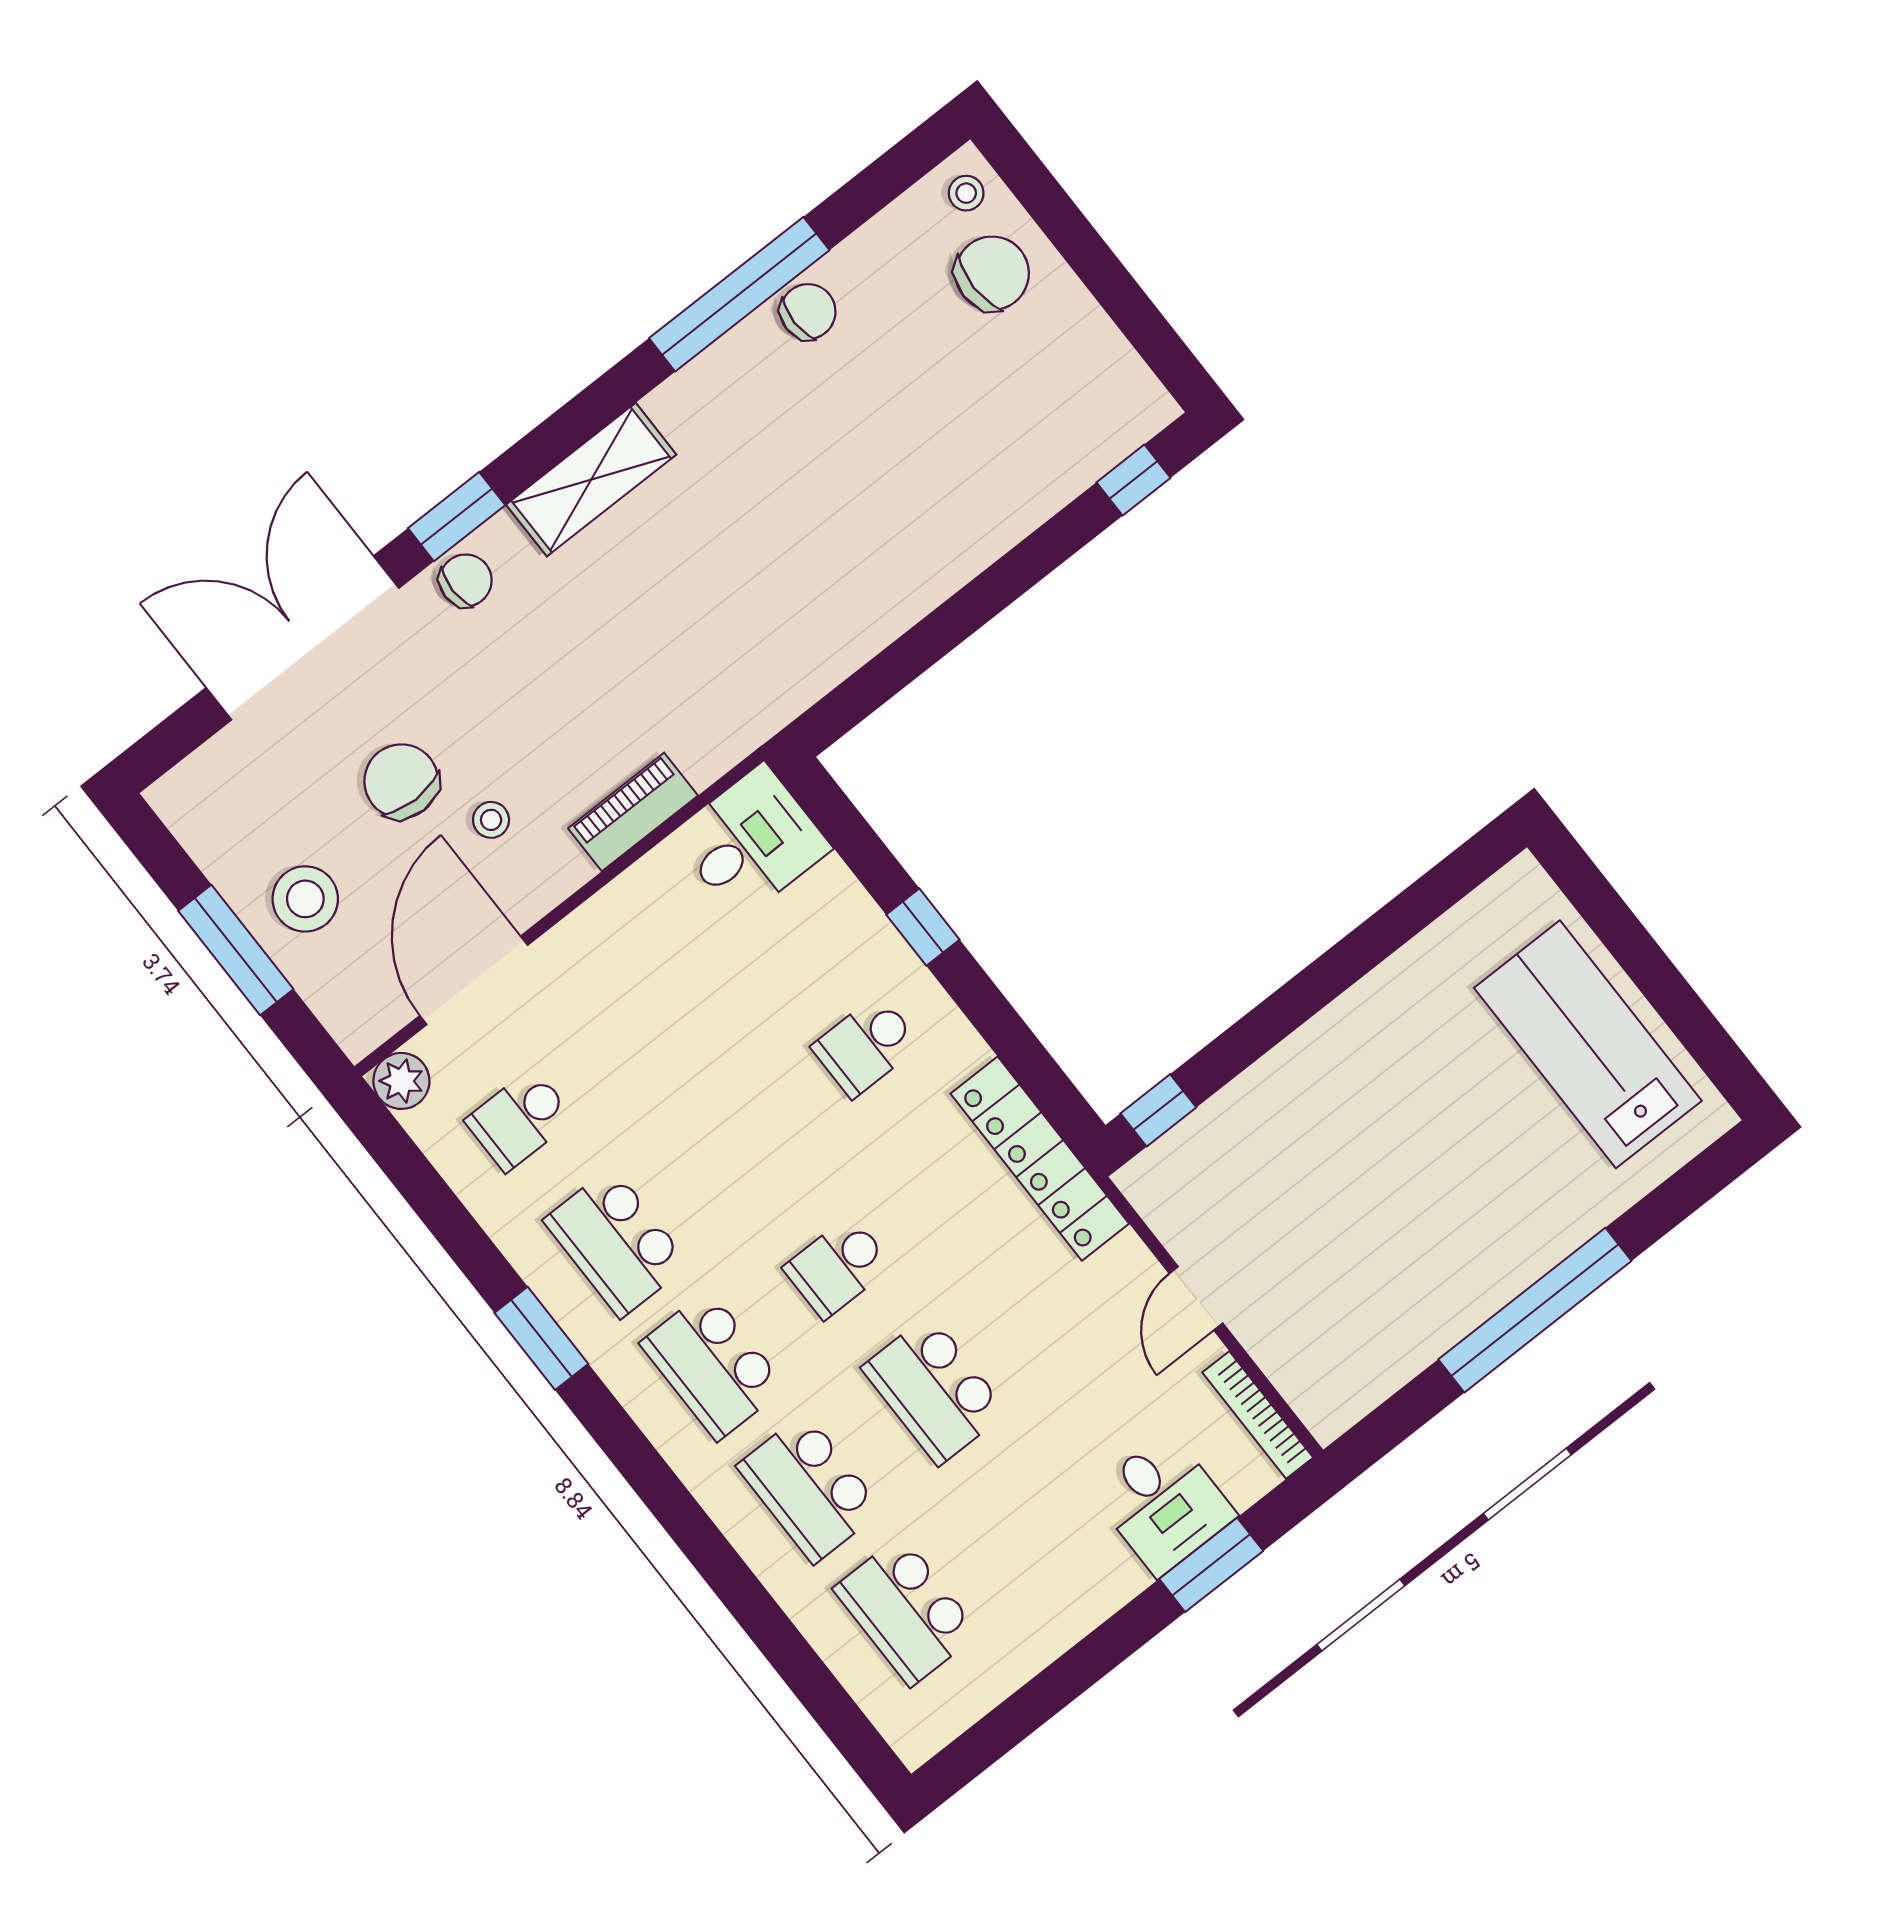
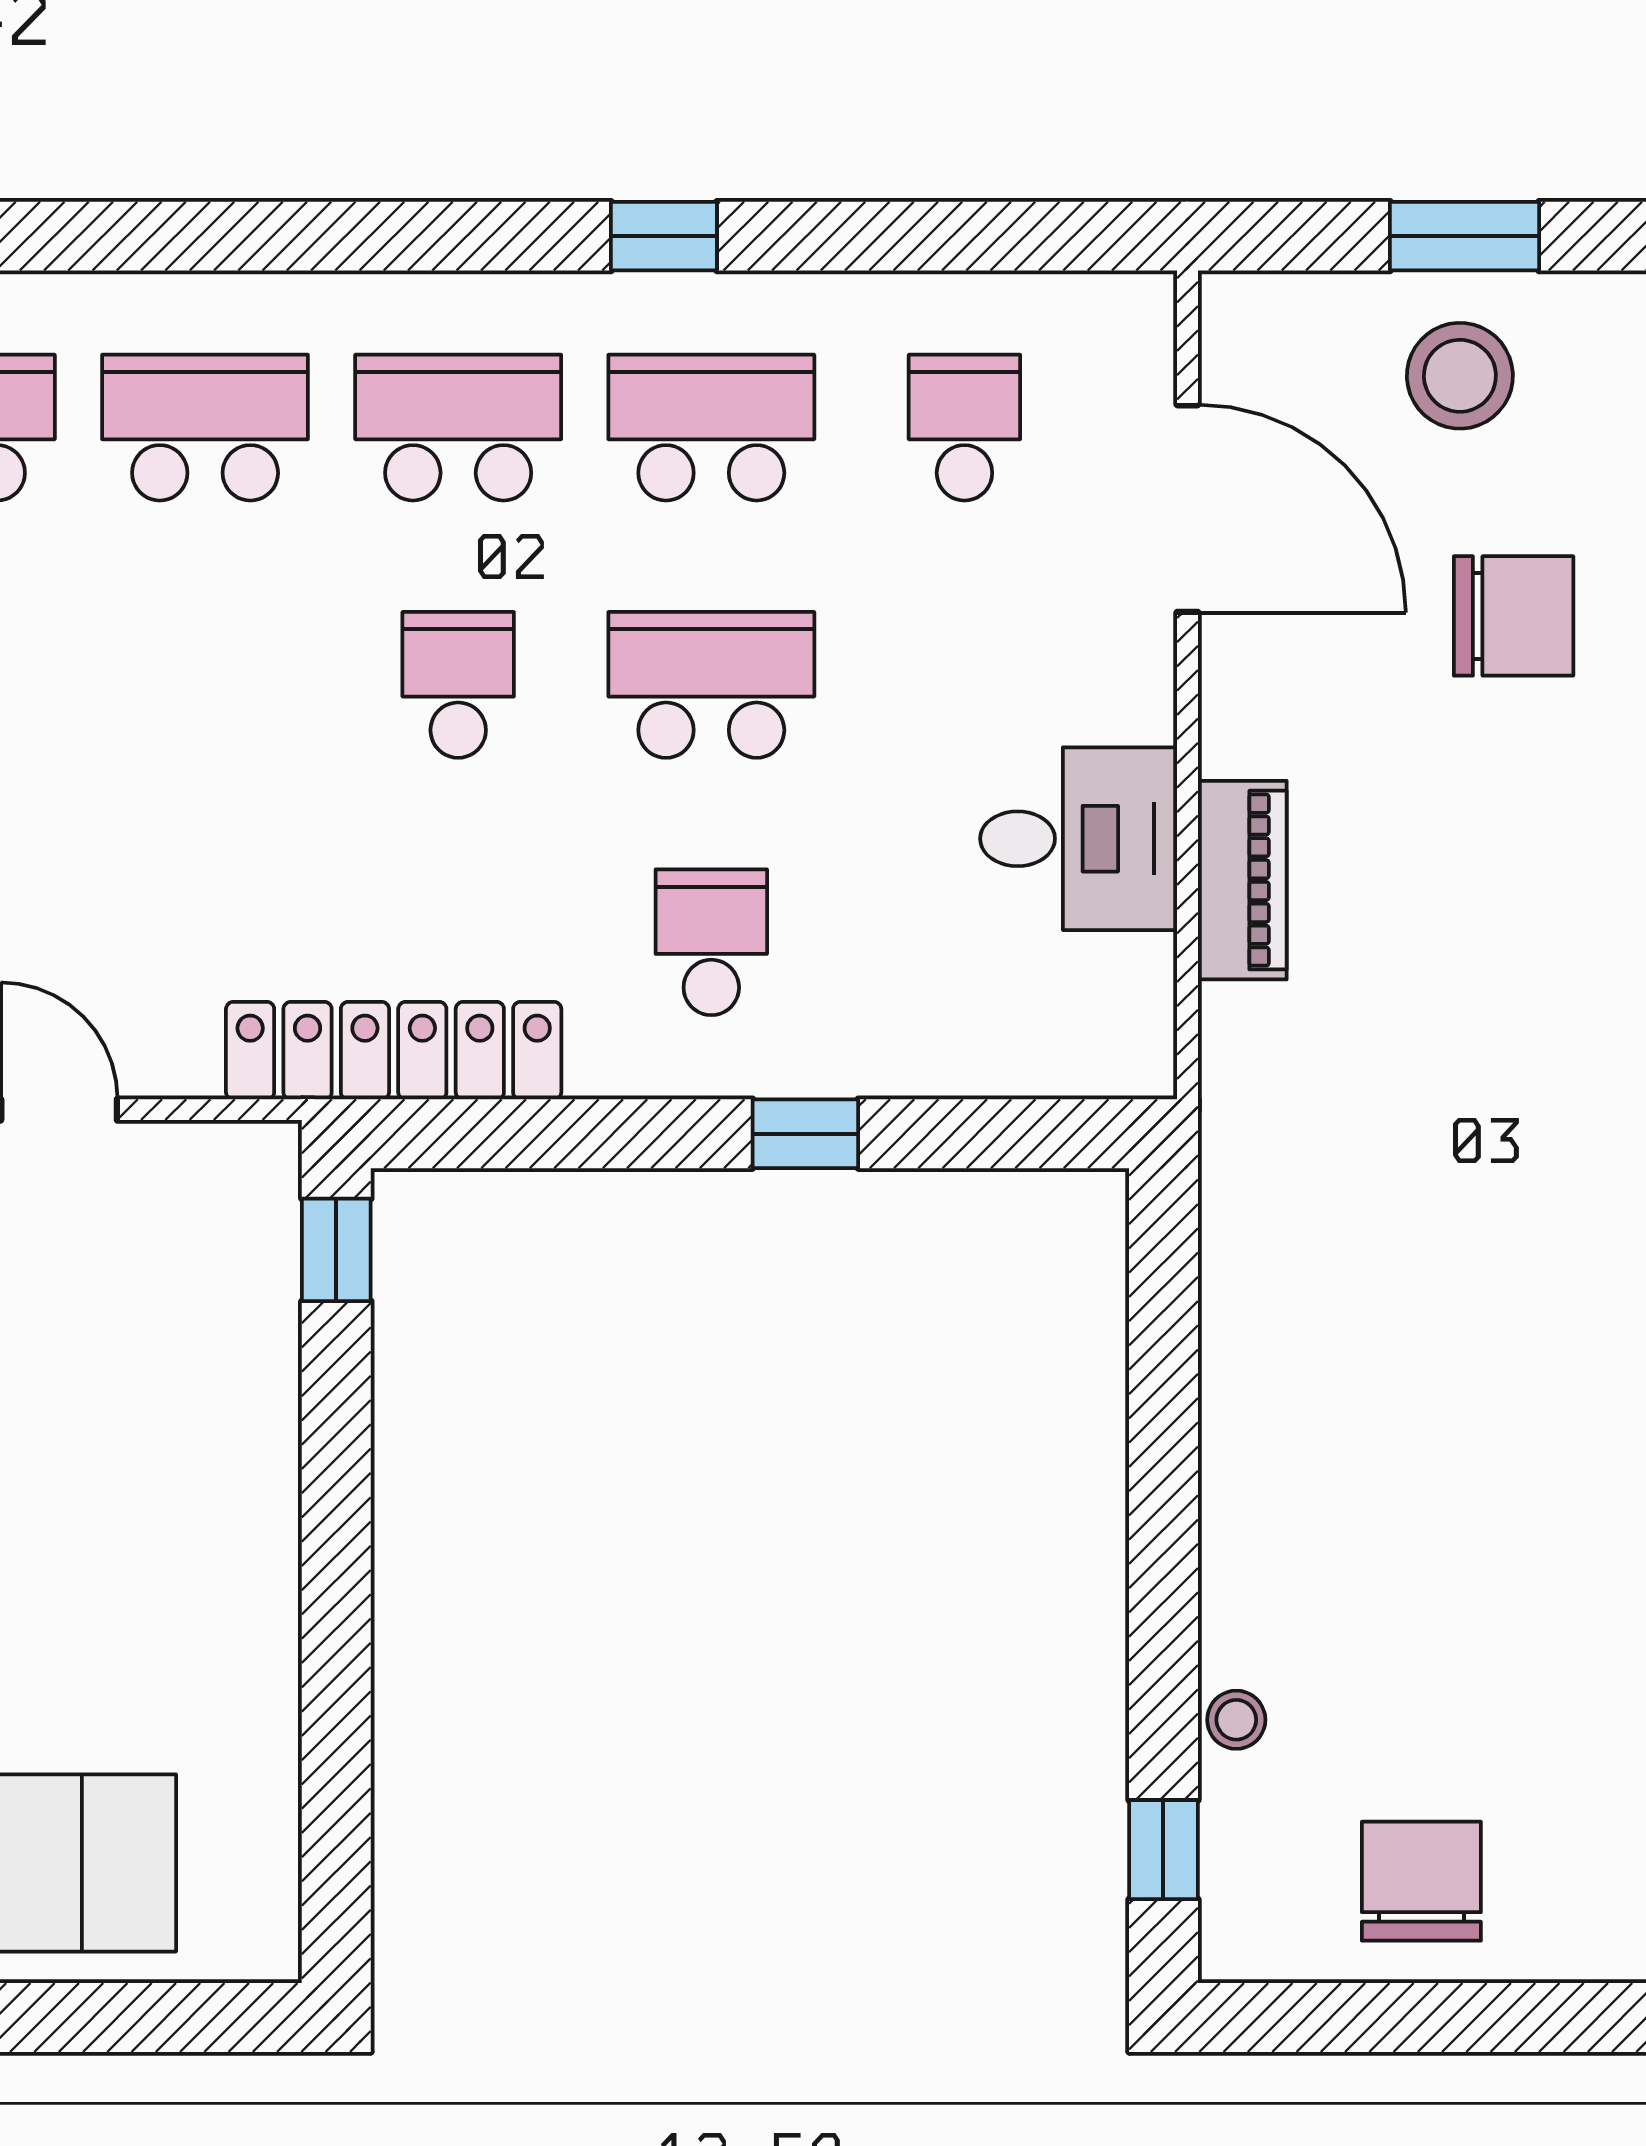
chair: (992, 273) -> (1421, 1881), moved, turned 180
stool: (491, 820) -> (1236, 1720), moved
desk: (751, 842) -> (1079, 839), moved, turned -90
window: (236, 950) -> (1464, 236), width x0.69
plant: (401, 1081) -> (1132, 316), removed
window: (541, 1338) -> (664, 236), width x0.67
school desk: (934, 1390) -> (711, 685), moved

